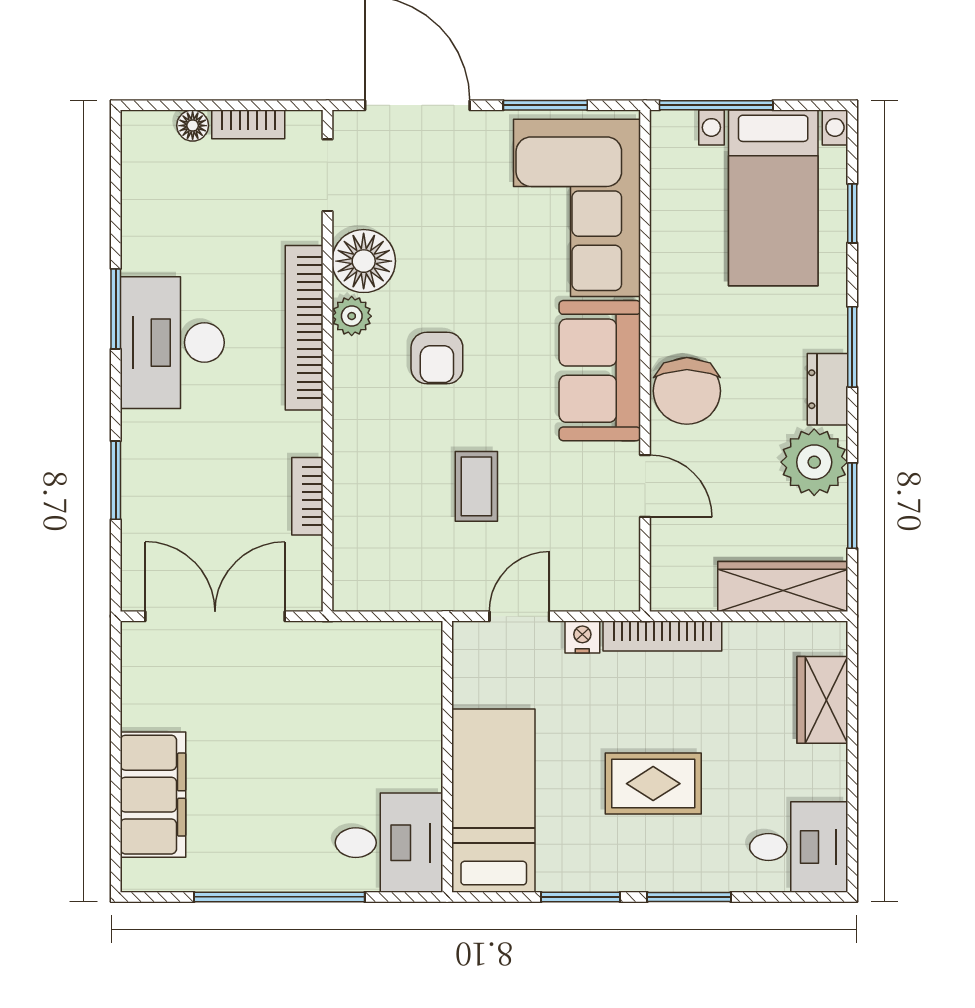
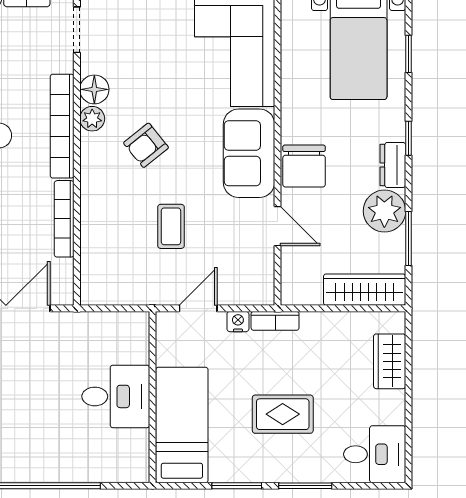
floor lamp: (364, 261) -> (94, 89), width x0.73, depth x0.73
window: (852, 347) -> (408, 138), width x0.67
armchair: (437, 358) -> (146, 145), turned 51
bookcase: (307, 496) -> (64, 219), width x1.56
bookcase: (662, 636) -> (275, 321), width x0.64
desk: (389, 843) -> (116, 396), moved

